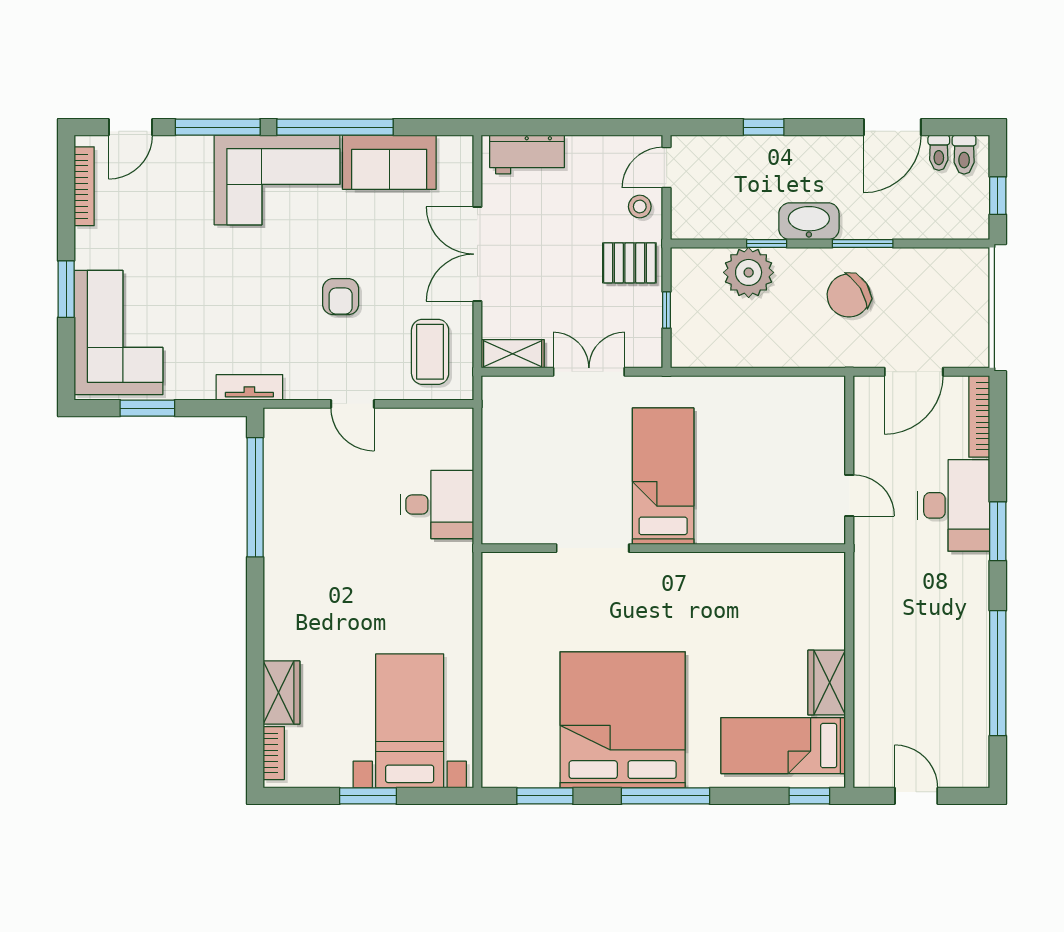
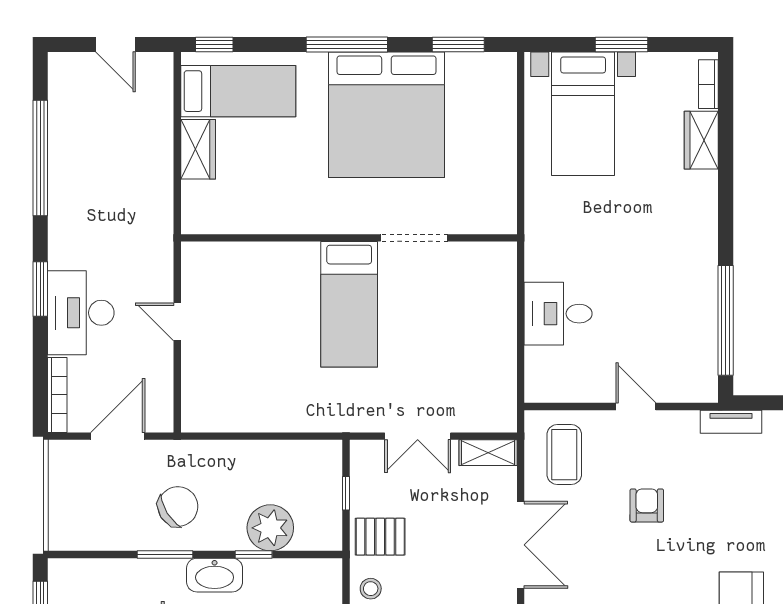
bed: (663, 476) -> (349, 304), moved
doorway: (593, 548) -> (414, 238), moved
wall: (663, 548) -> (349, 238), moved

